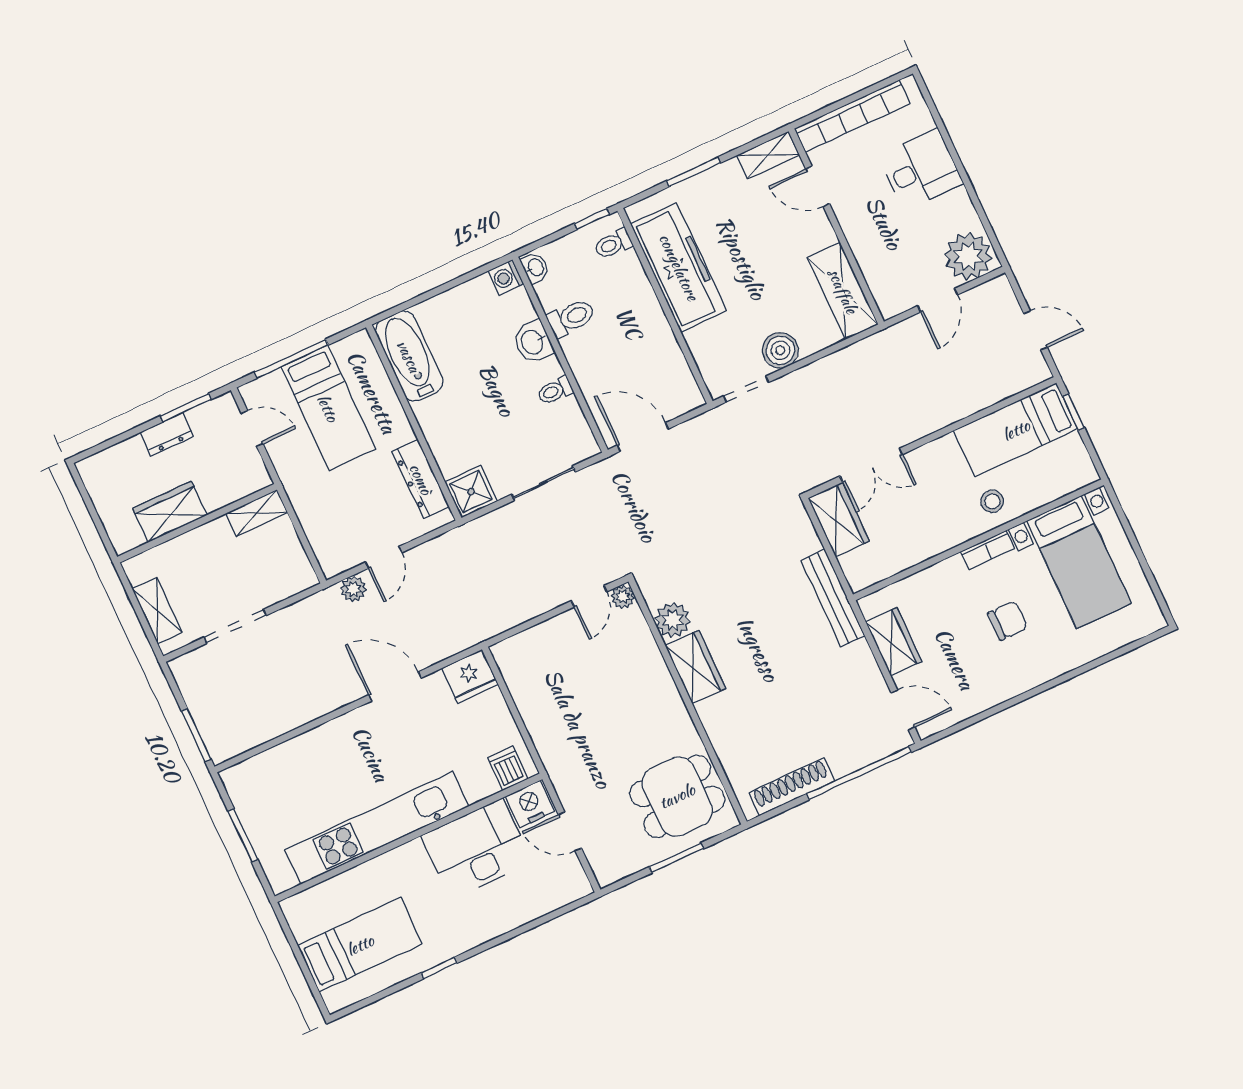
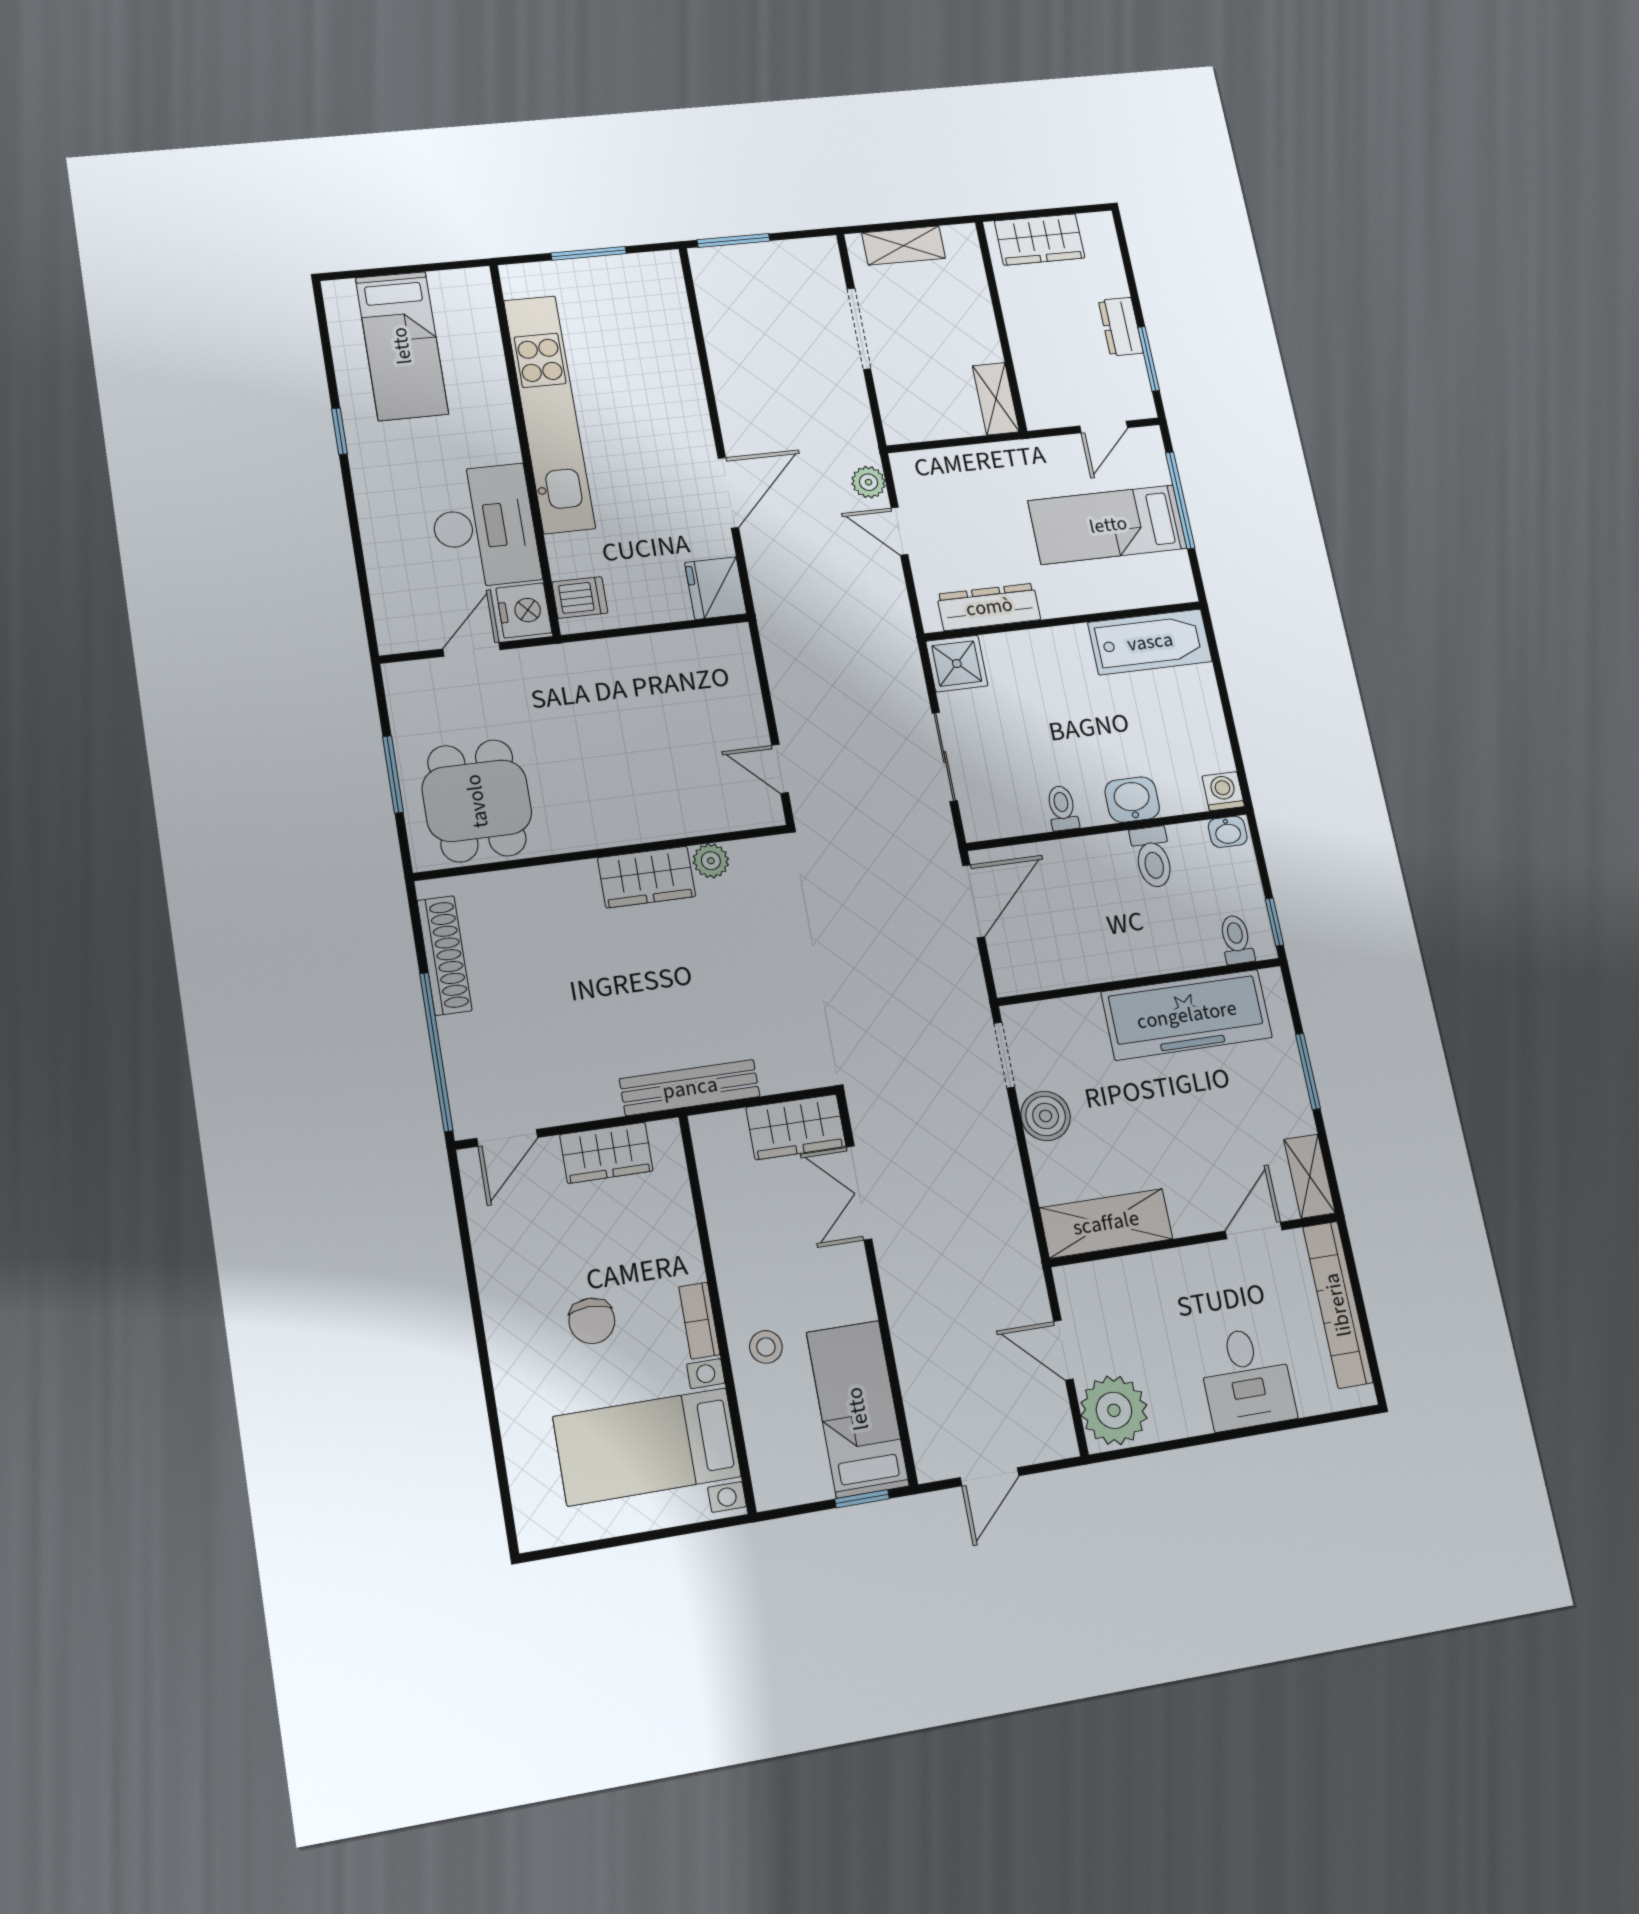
wardrobe: (170, 512) -> (1040, 239), moved, turned 90
plant: (623, 597) -> (767, 812), removed
plant: (673, 620) -> (711, 861), width x0.73, depth x0.73

